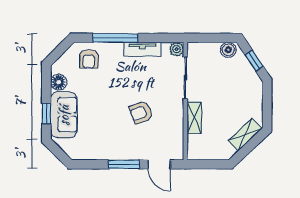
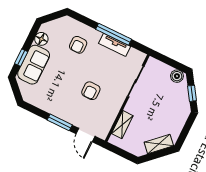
window: (115, 38) -> (114, 34), moved
plant: (177, 49) -> (139, 57), removed
armchair: (89, 59) -> (78, 45), moved
armchair: (141, 113) -> (91, 91), turned -70
shelving: (194, 118) -> (122, 125), moved

